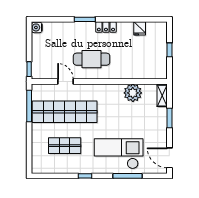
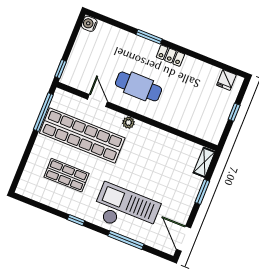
fridge: (140, 28) -> (226, 80), moved
plant: (133, 93) -> (128, 123), moved, width x0.53, depth x0.53

